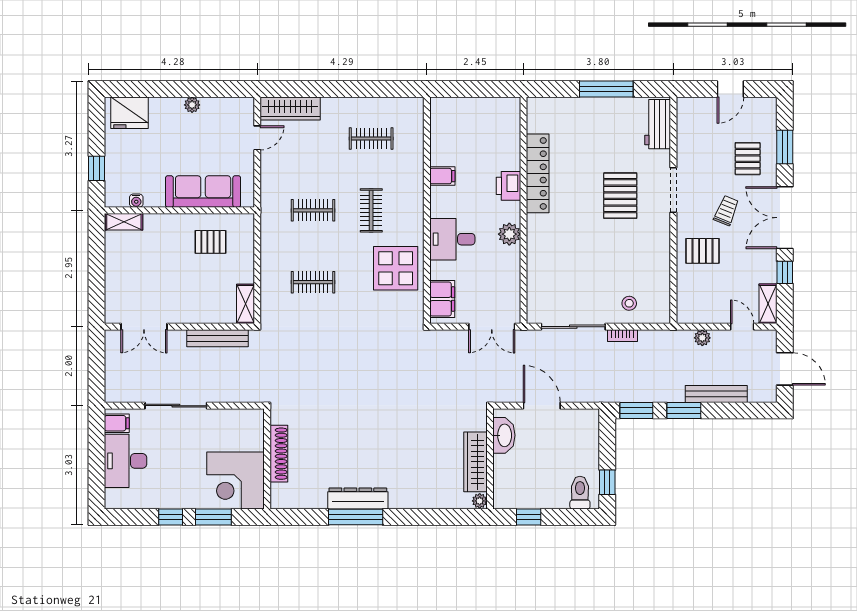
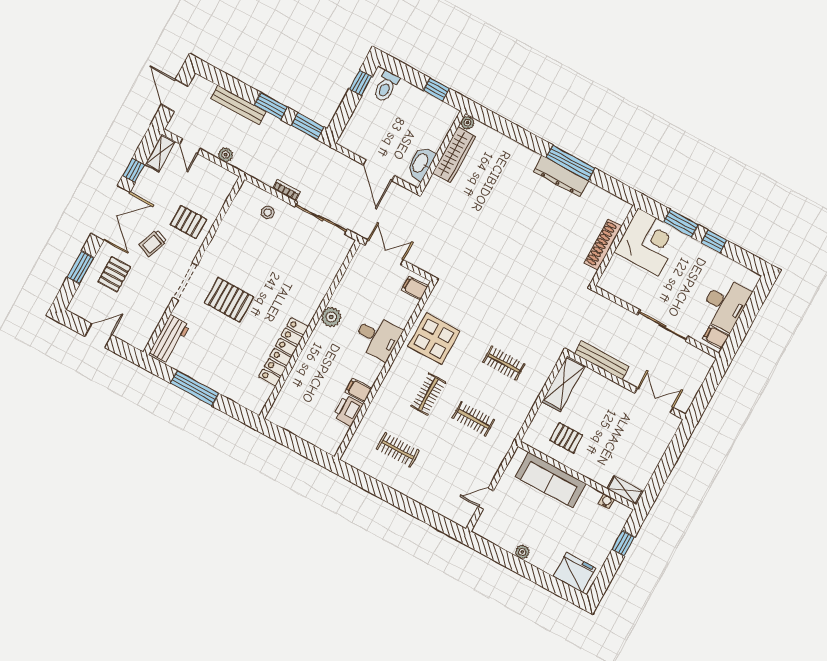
wardrobe: (290, 109) -> (448, 507), removed
printer: (509, 186) -> (348, 410), moved, turned 180
pallet: (620, 196) -> (229, 300), turned 90
filing cabinet: (442, 299) -> (415, 288), width x0.50
shelving: (245, 304) -> (564, 384), width x1.50, depth x1.33

